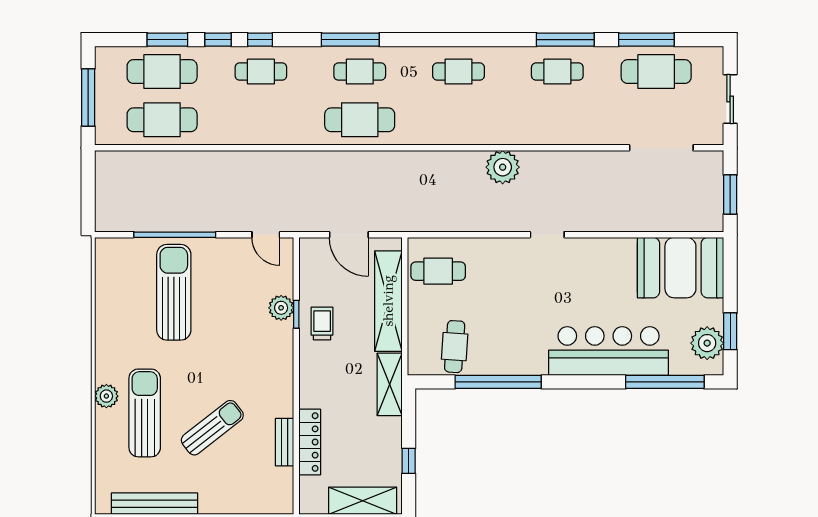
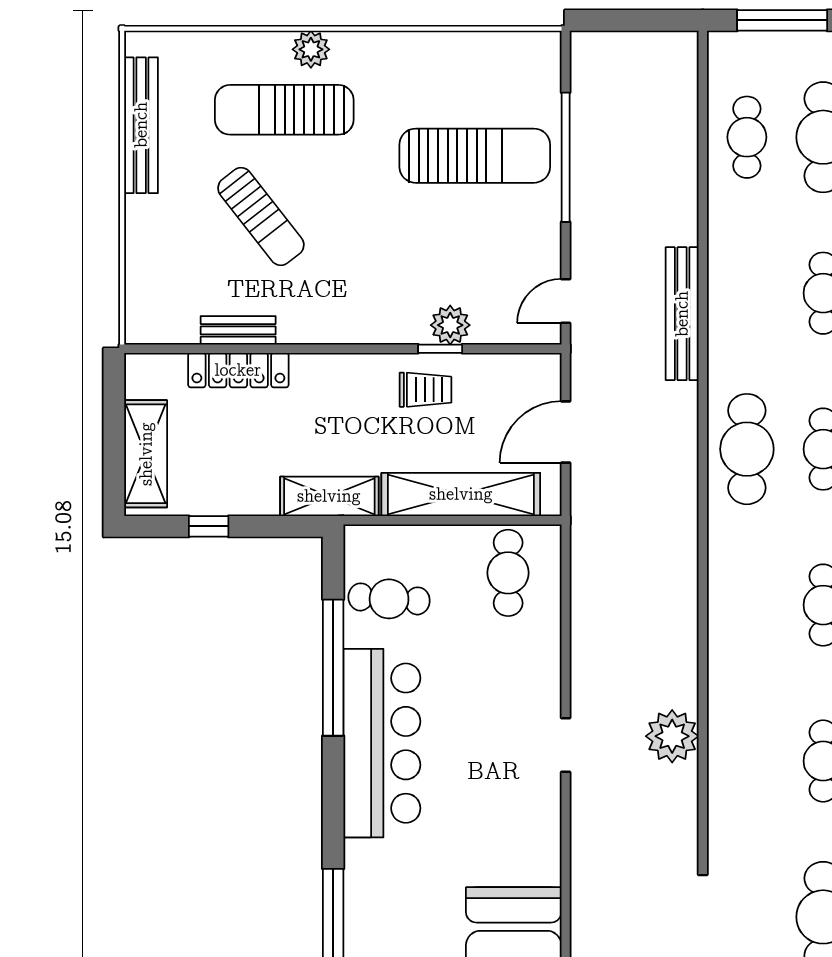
cafe table: (162, 120) -> (747, 137), width x0.73, depth x0.74
bench: (274, 161) -> (682, 314), added
plant: (503, 167) -> (672, 736), moved
bar counter: (609, 351) -> (382, 743), moved
sun lounger: (145, 413) -> (284, 110), turned 180

